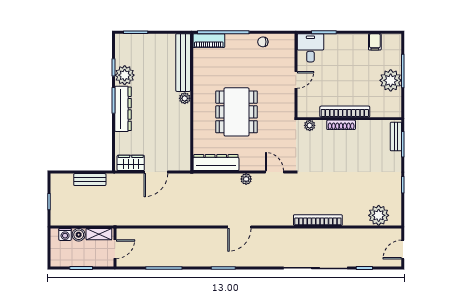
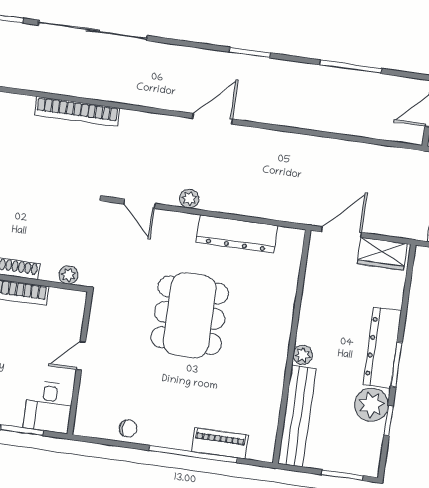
bench: (183, 63) -> (297, 416), moved
plant: (185, 98) -> (303, 355), moved
wall: (192, 102) -> (292, 347), moved

